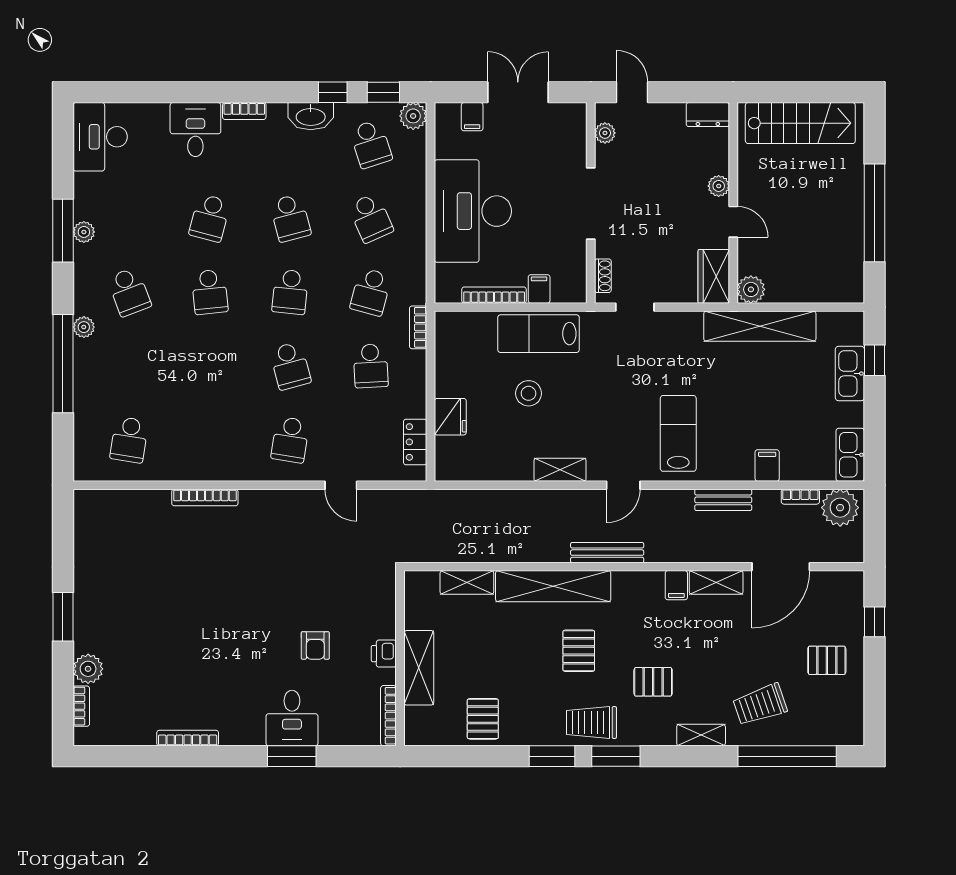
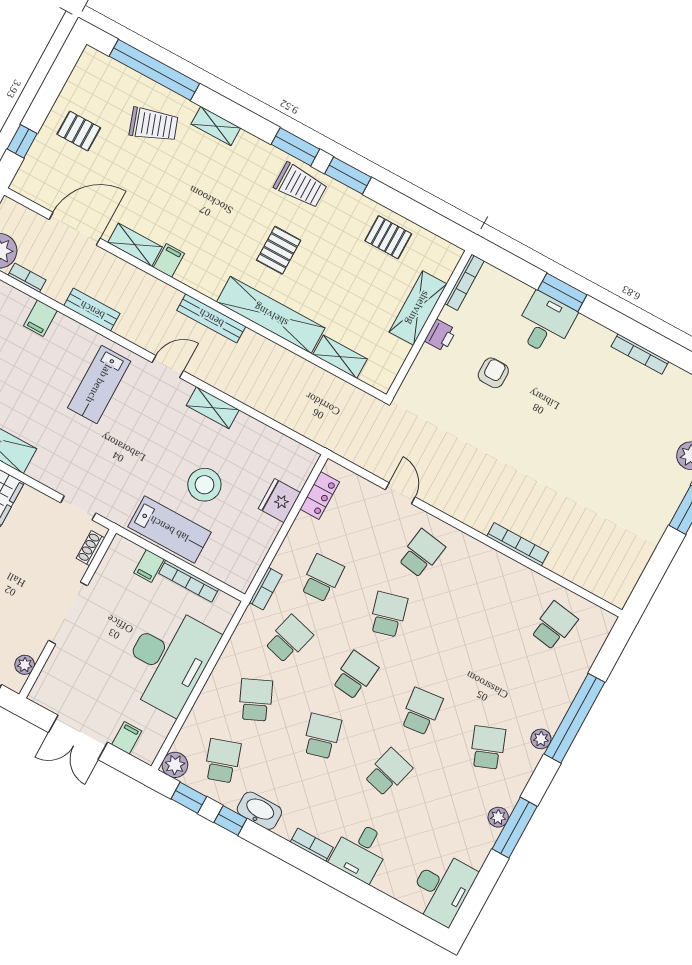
stool: (529, 393) -> (204, 485), width x1.38, depth x1.38
pallet: (653, 682) -> (231, 191), removed
pallet: (483, 719) -> (388, 237), turned 90

